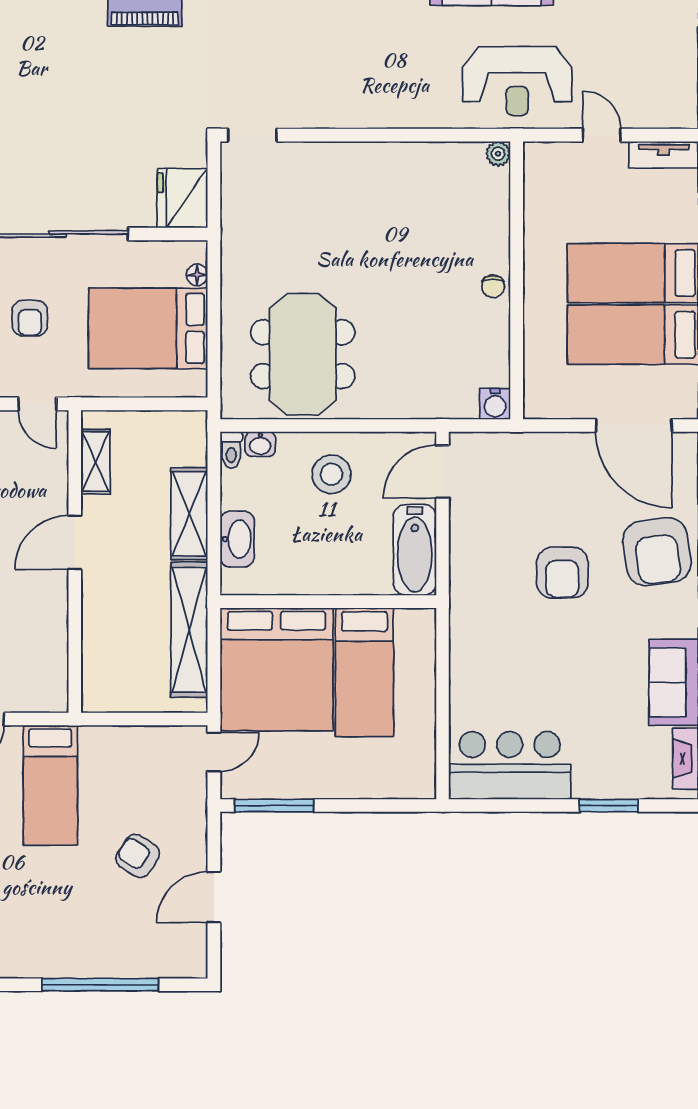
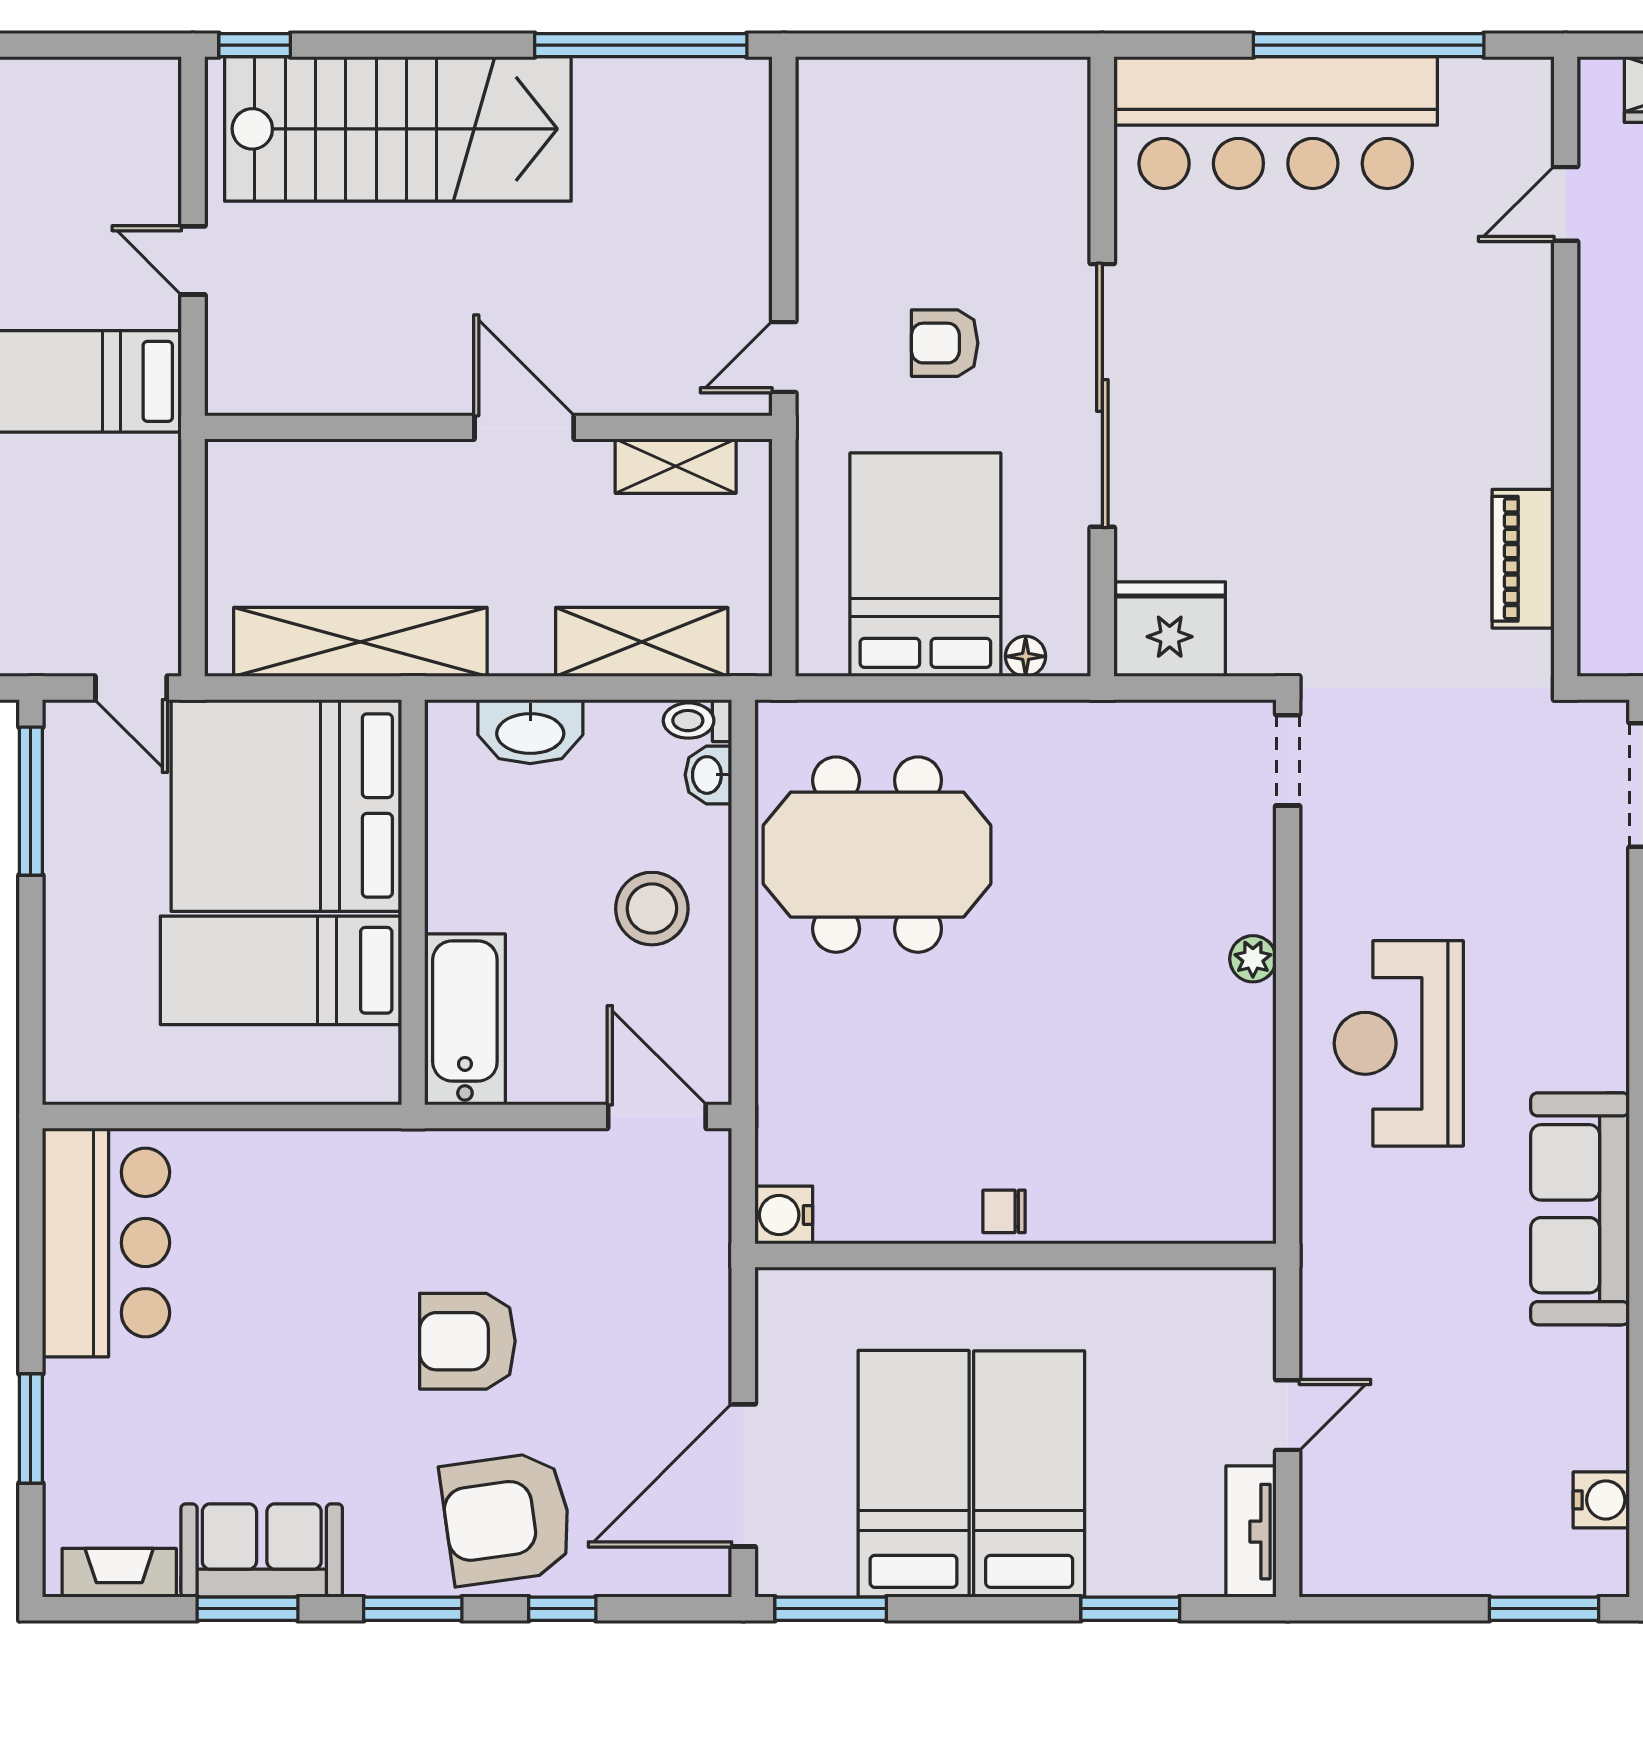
reception desk: (517, 81) -> (1399, 1043), moved
plant: (498, 154) -> (1253, 959), moved
shelving: (189, 514) -> (642, 642), moved
bathtub: (415, 550) -> (465, 1019), moved, turned 90

